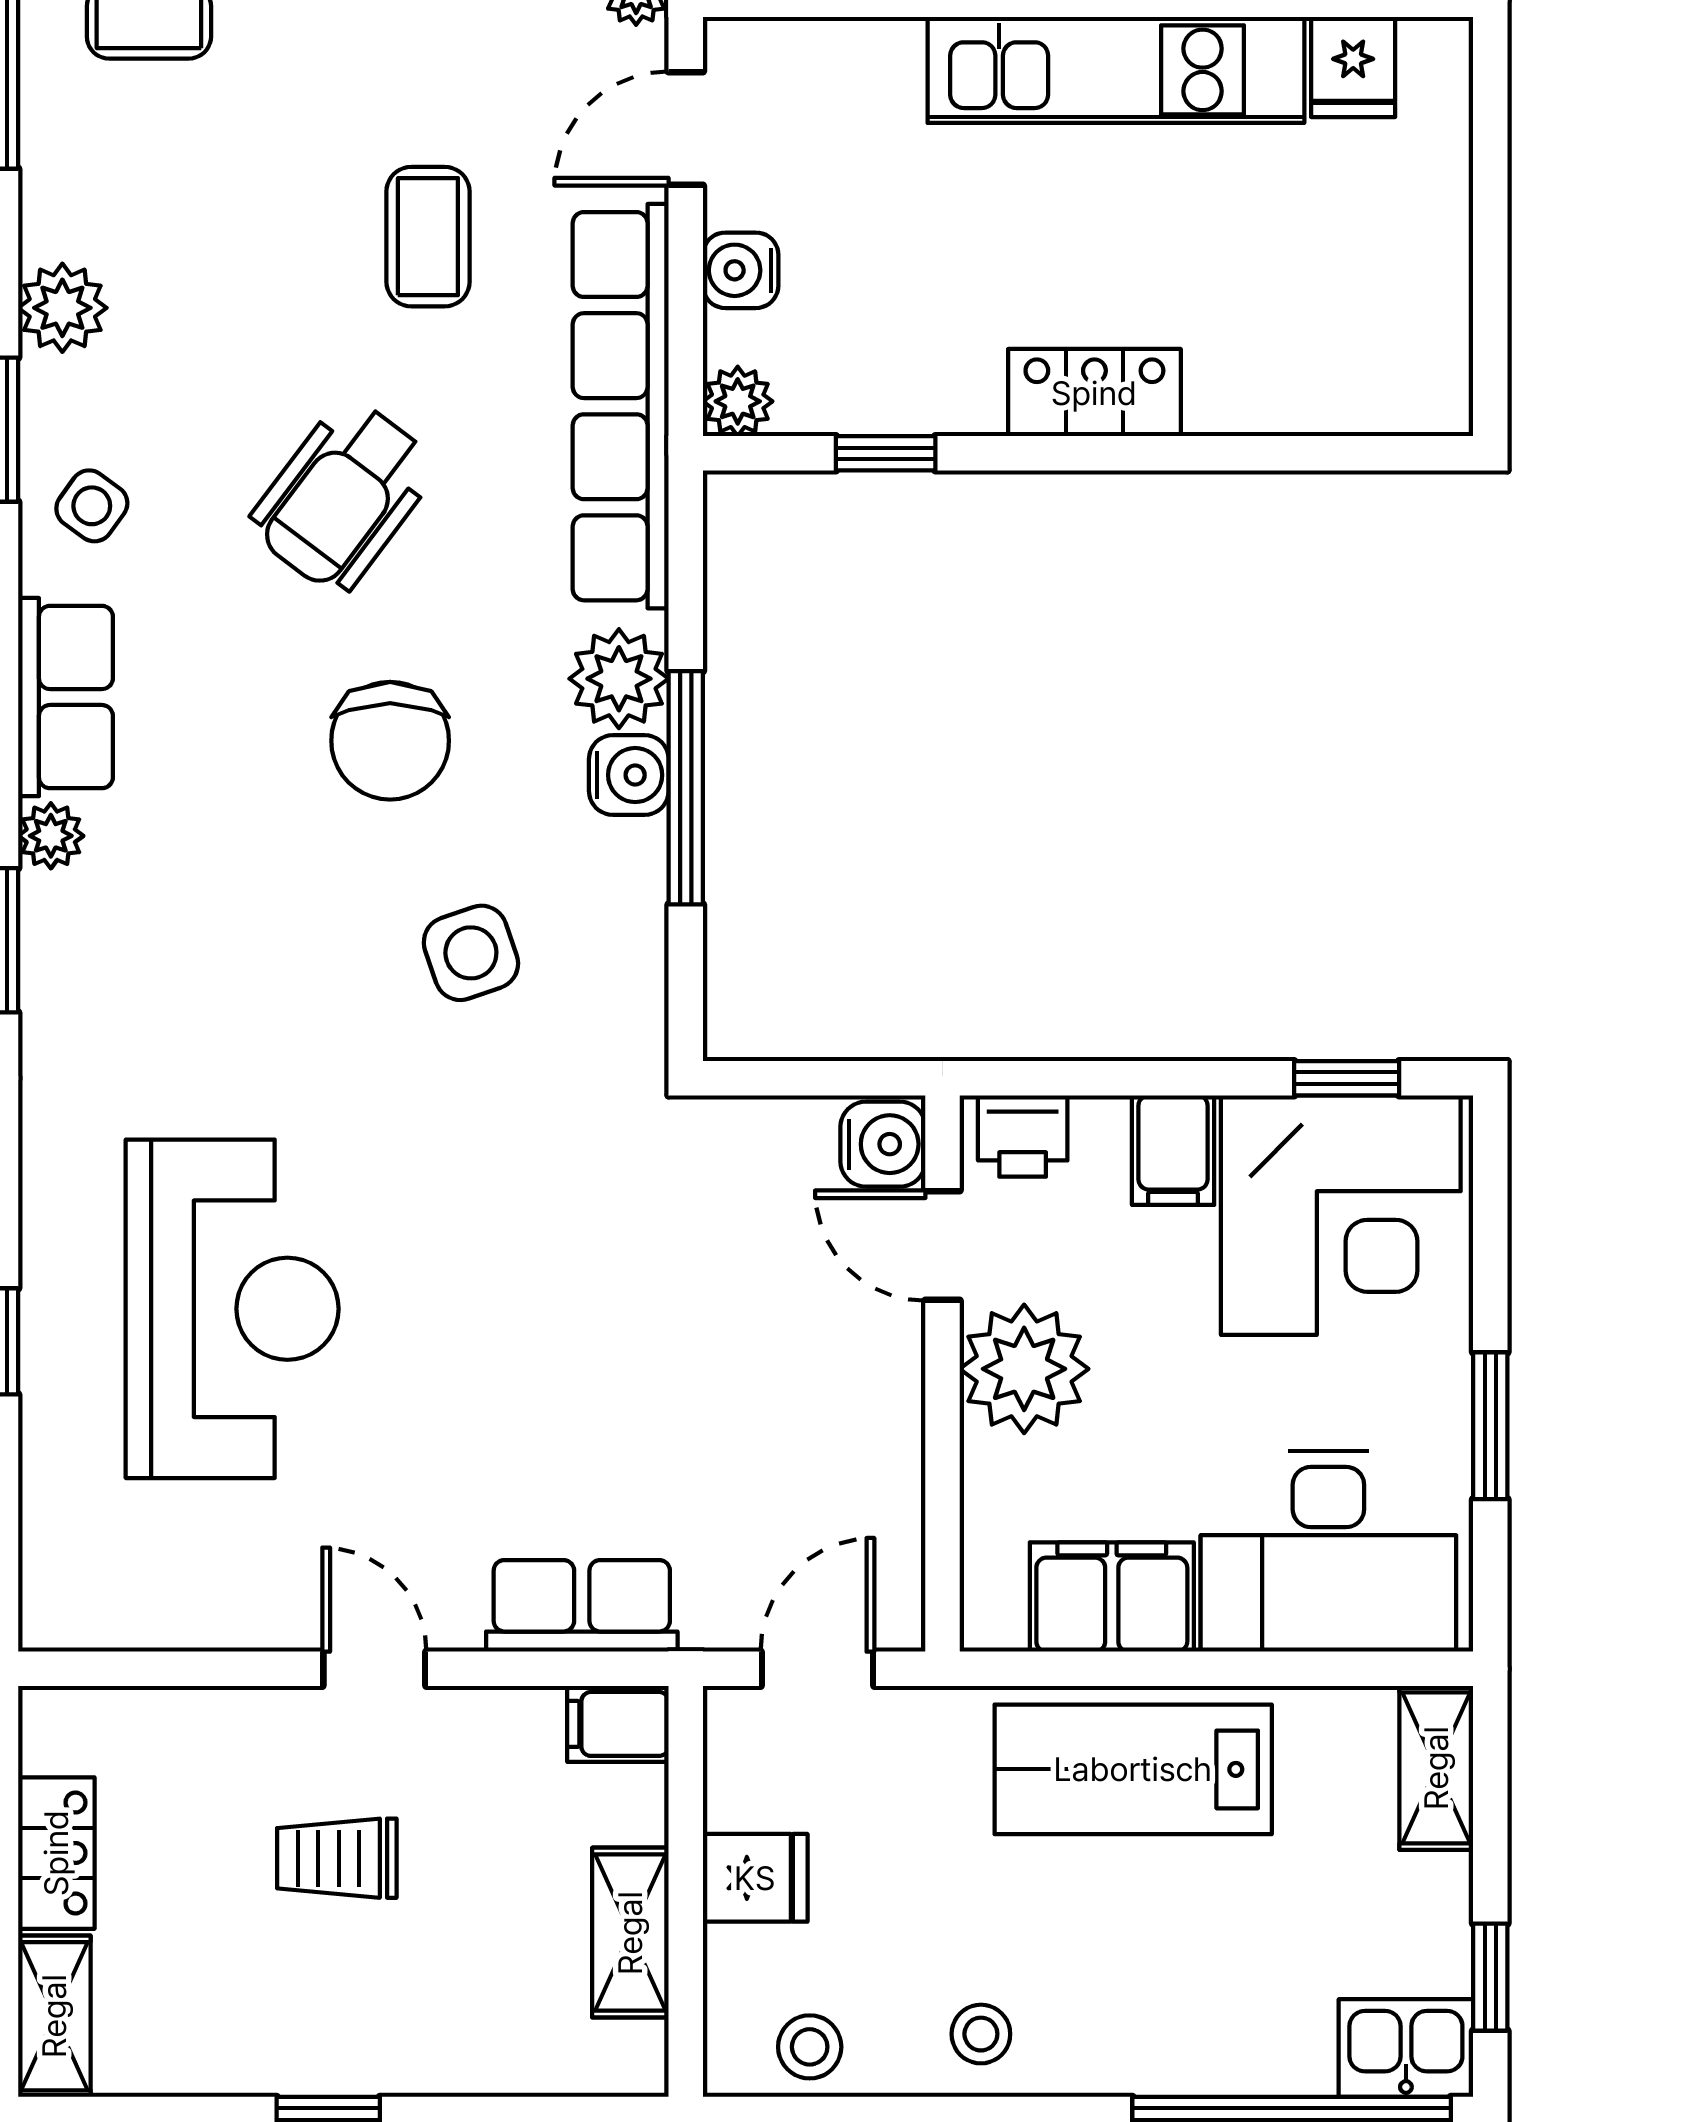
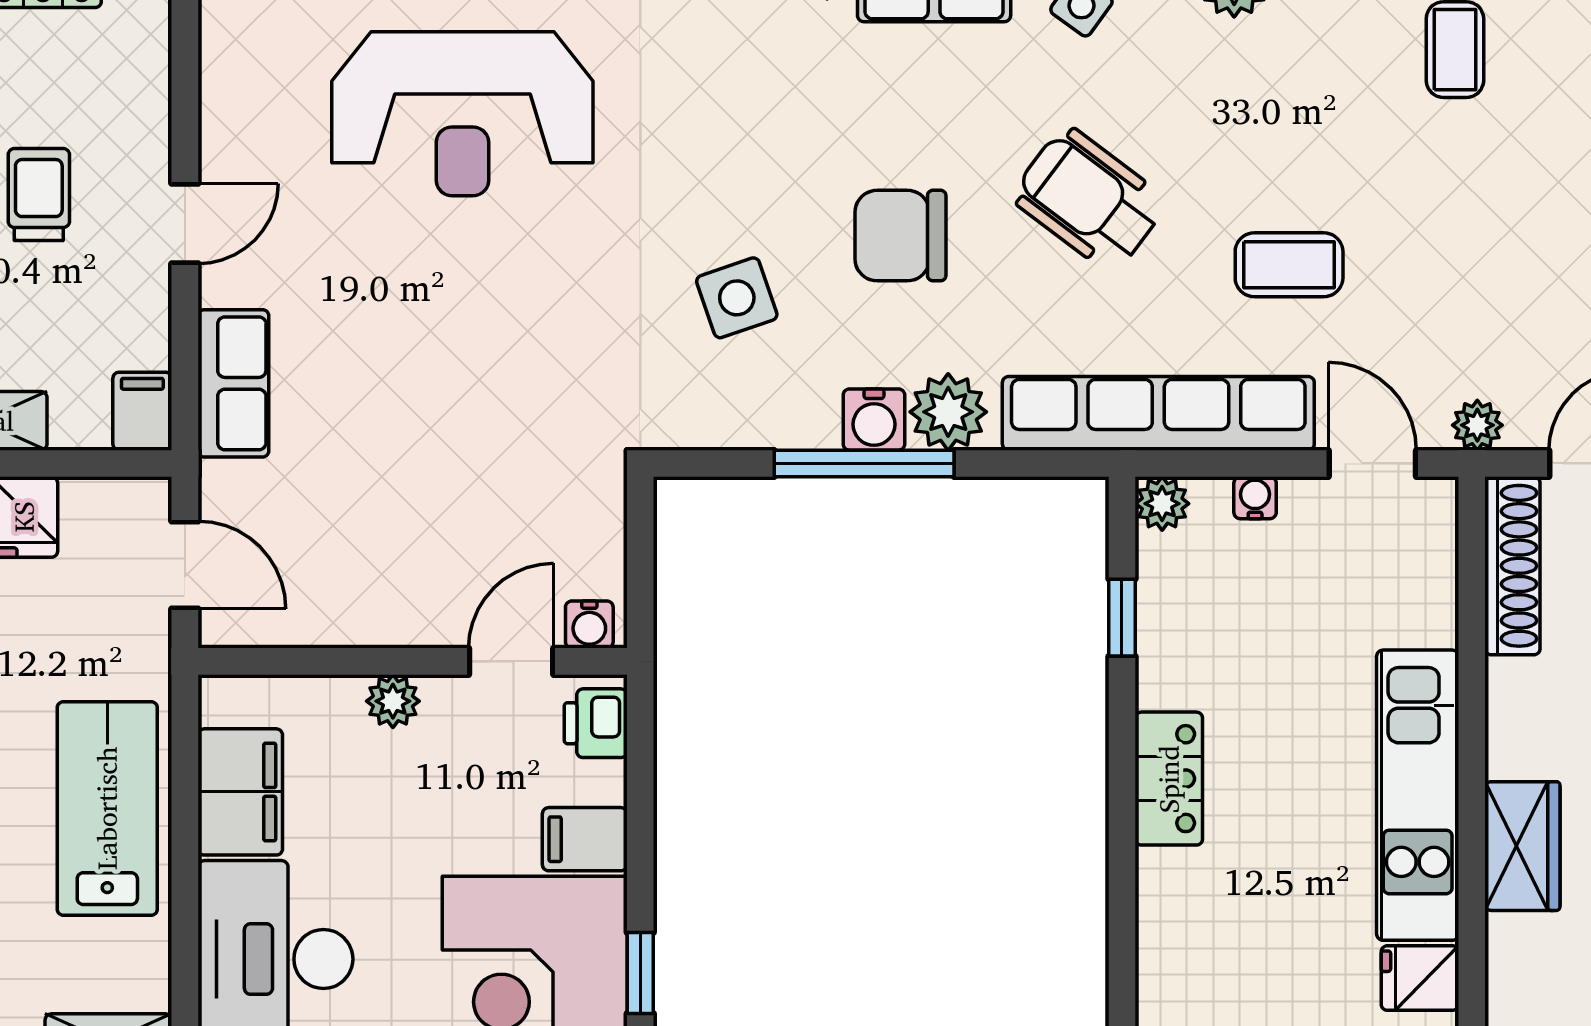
water cooler: (741, 270) -> (1255, 498), width x0.72, depth x0.72
water cooler: (883, 1144) -> (589, 625), width x0.72, depth x0.72
plant: (1024, 1369) -> (393, 701), width x0.53, depth x0.53

